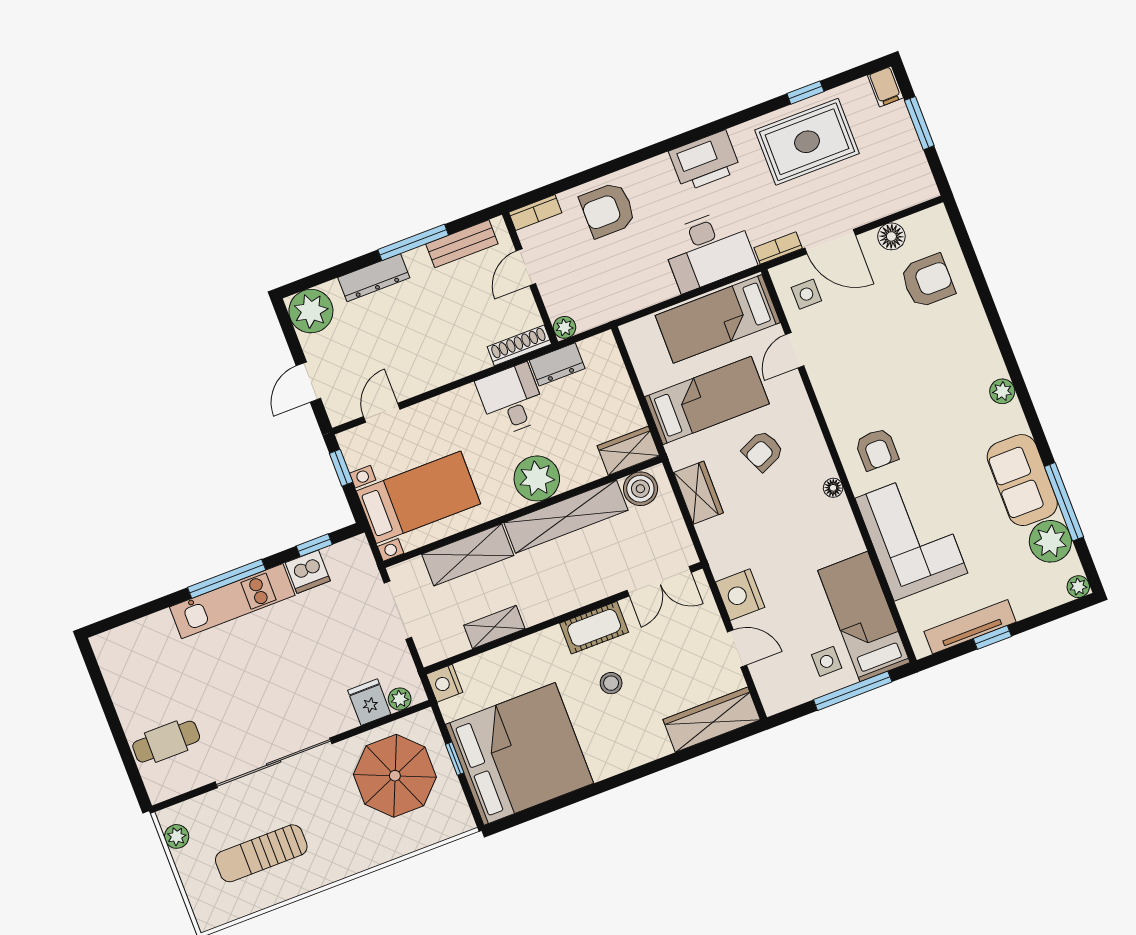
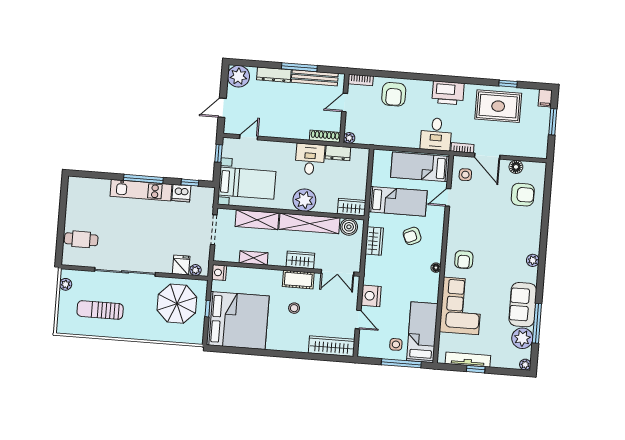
armchair: (608, 210) -> (394, 94), turned -90
bench: (462, 244) -> (315, 78), width x1.36
desk: (708, 250) -> (436, 134), width x0.73
wardrobe: (581, 590) -> (300, 260), added

